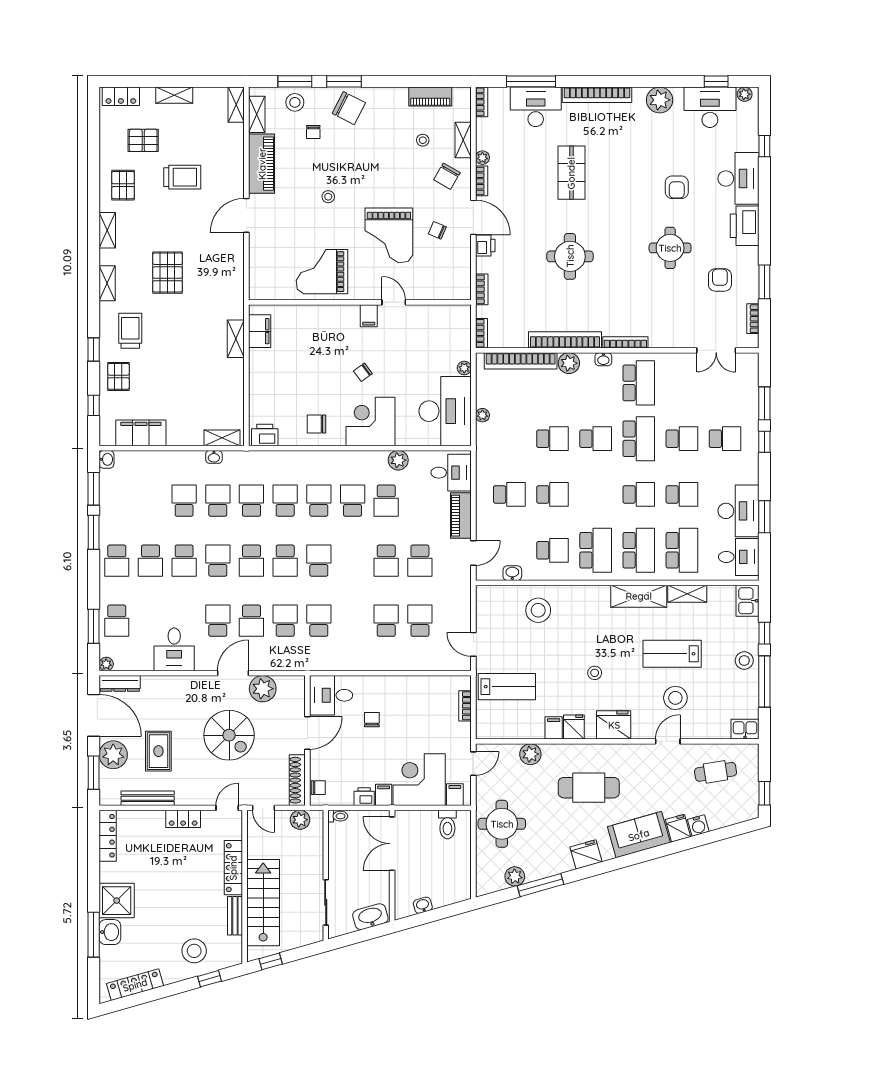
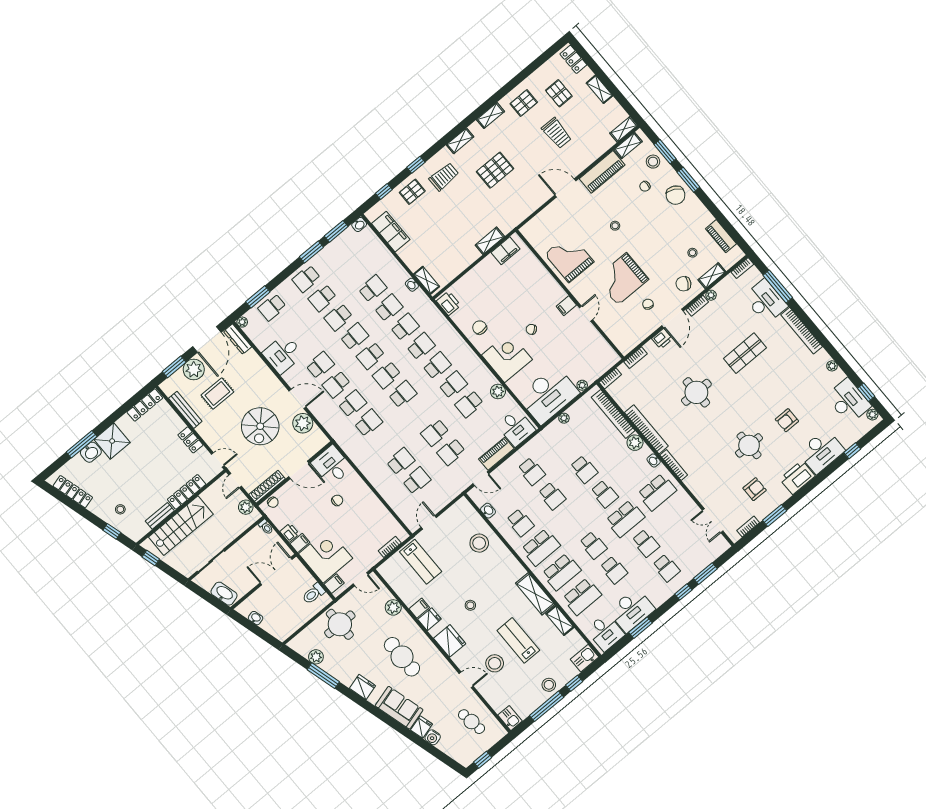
plant: (660, 100) -> (832, 366), width x0.53, depth x0.53
stool: (194, 951) -> (120, 509), width x0.53, depth x0.53

